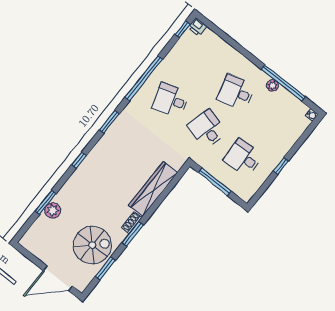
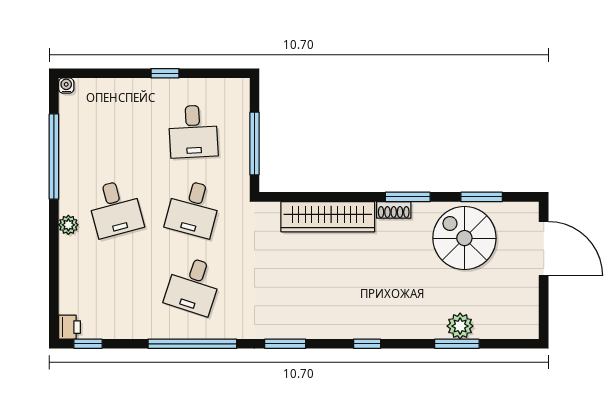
plant: (272, 85) -> (68, 225), moved
desk: (171, 100) -> (193, 286), turned 36

